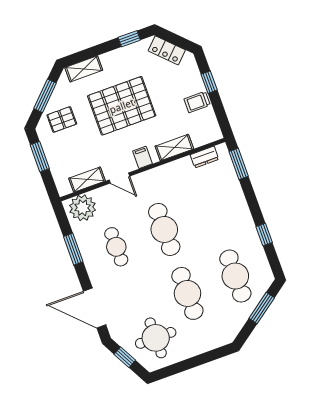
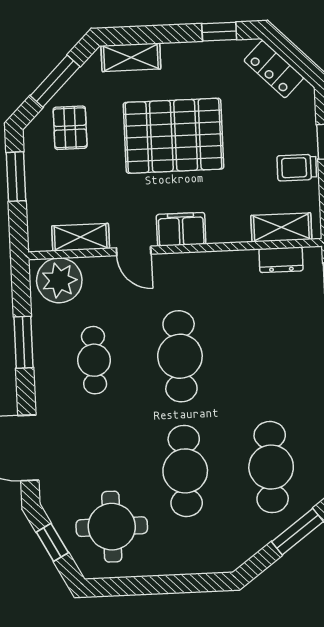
pallet: (62, 119) -> (70, 128), turned 90
shelving: (174, 148) -> (281, 227), moved
filing cabinet: (142, 157) -> (181, 229), width x2.00

